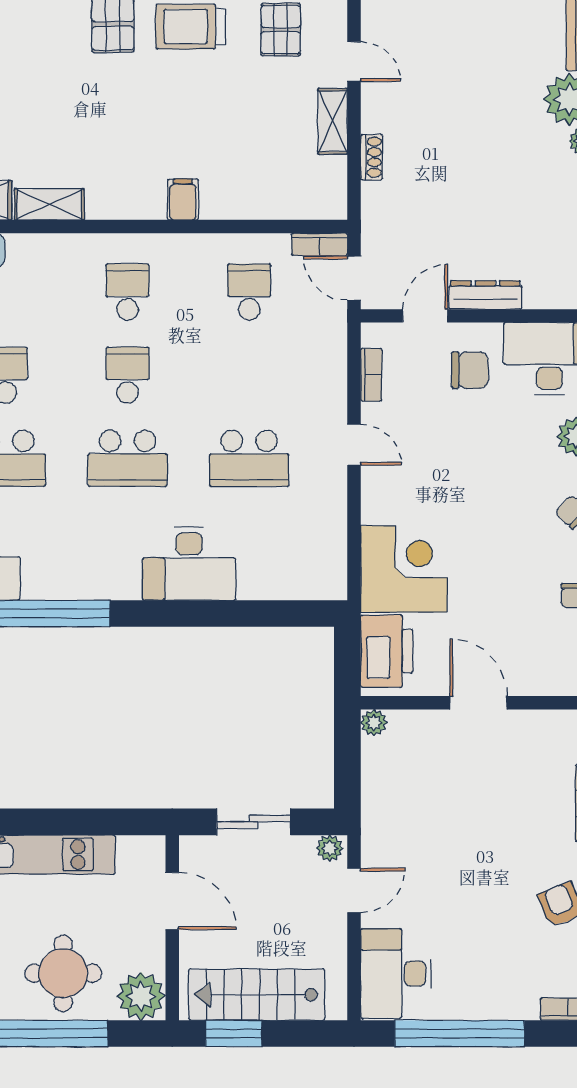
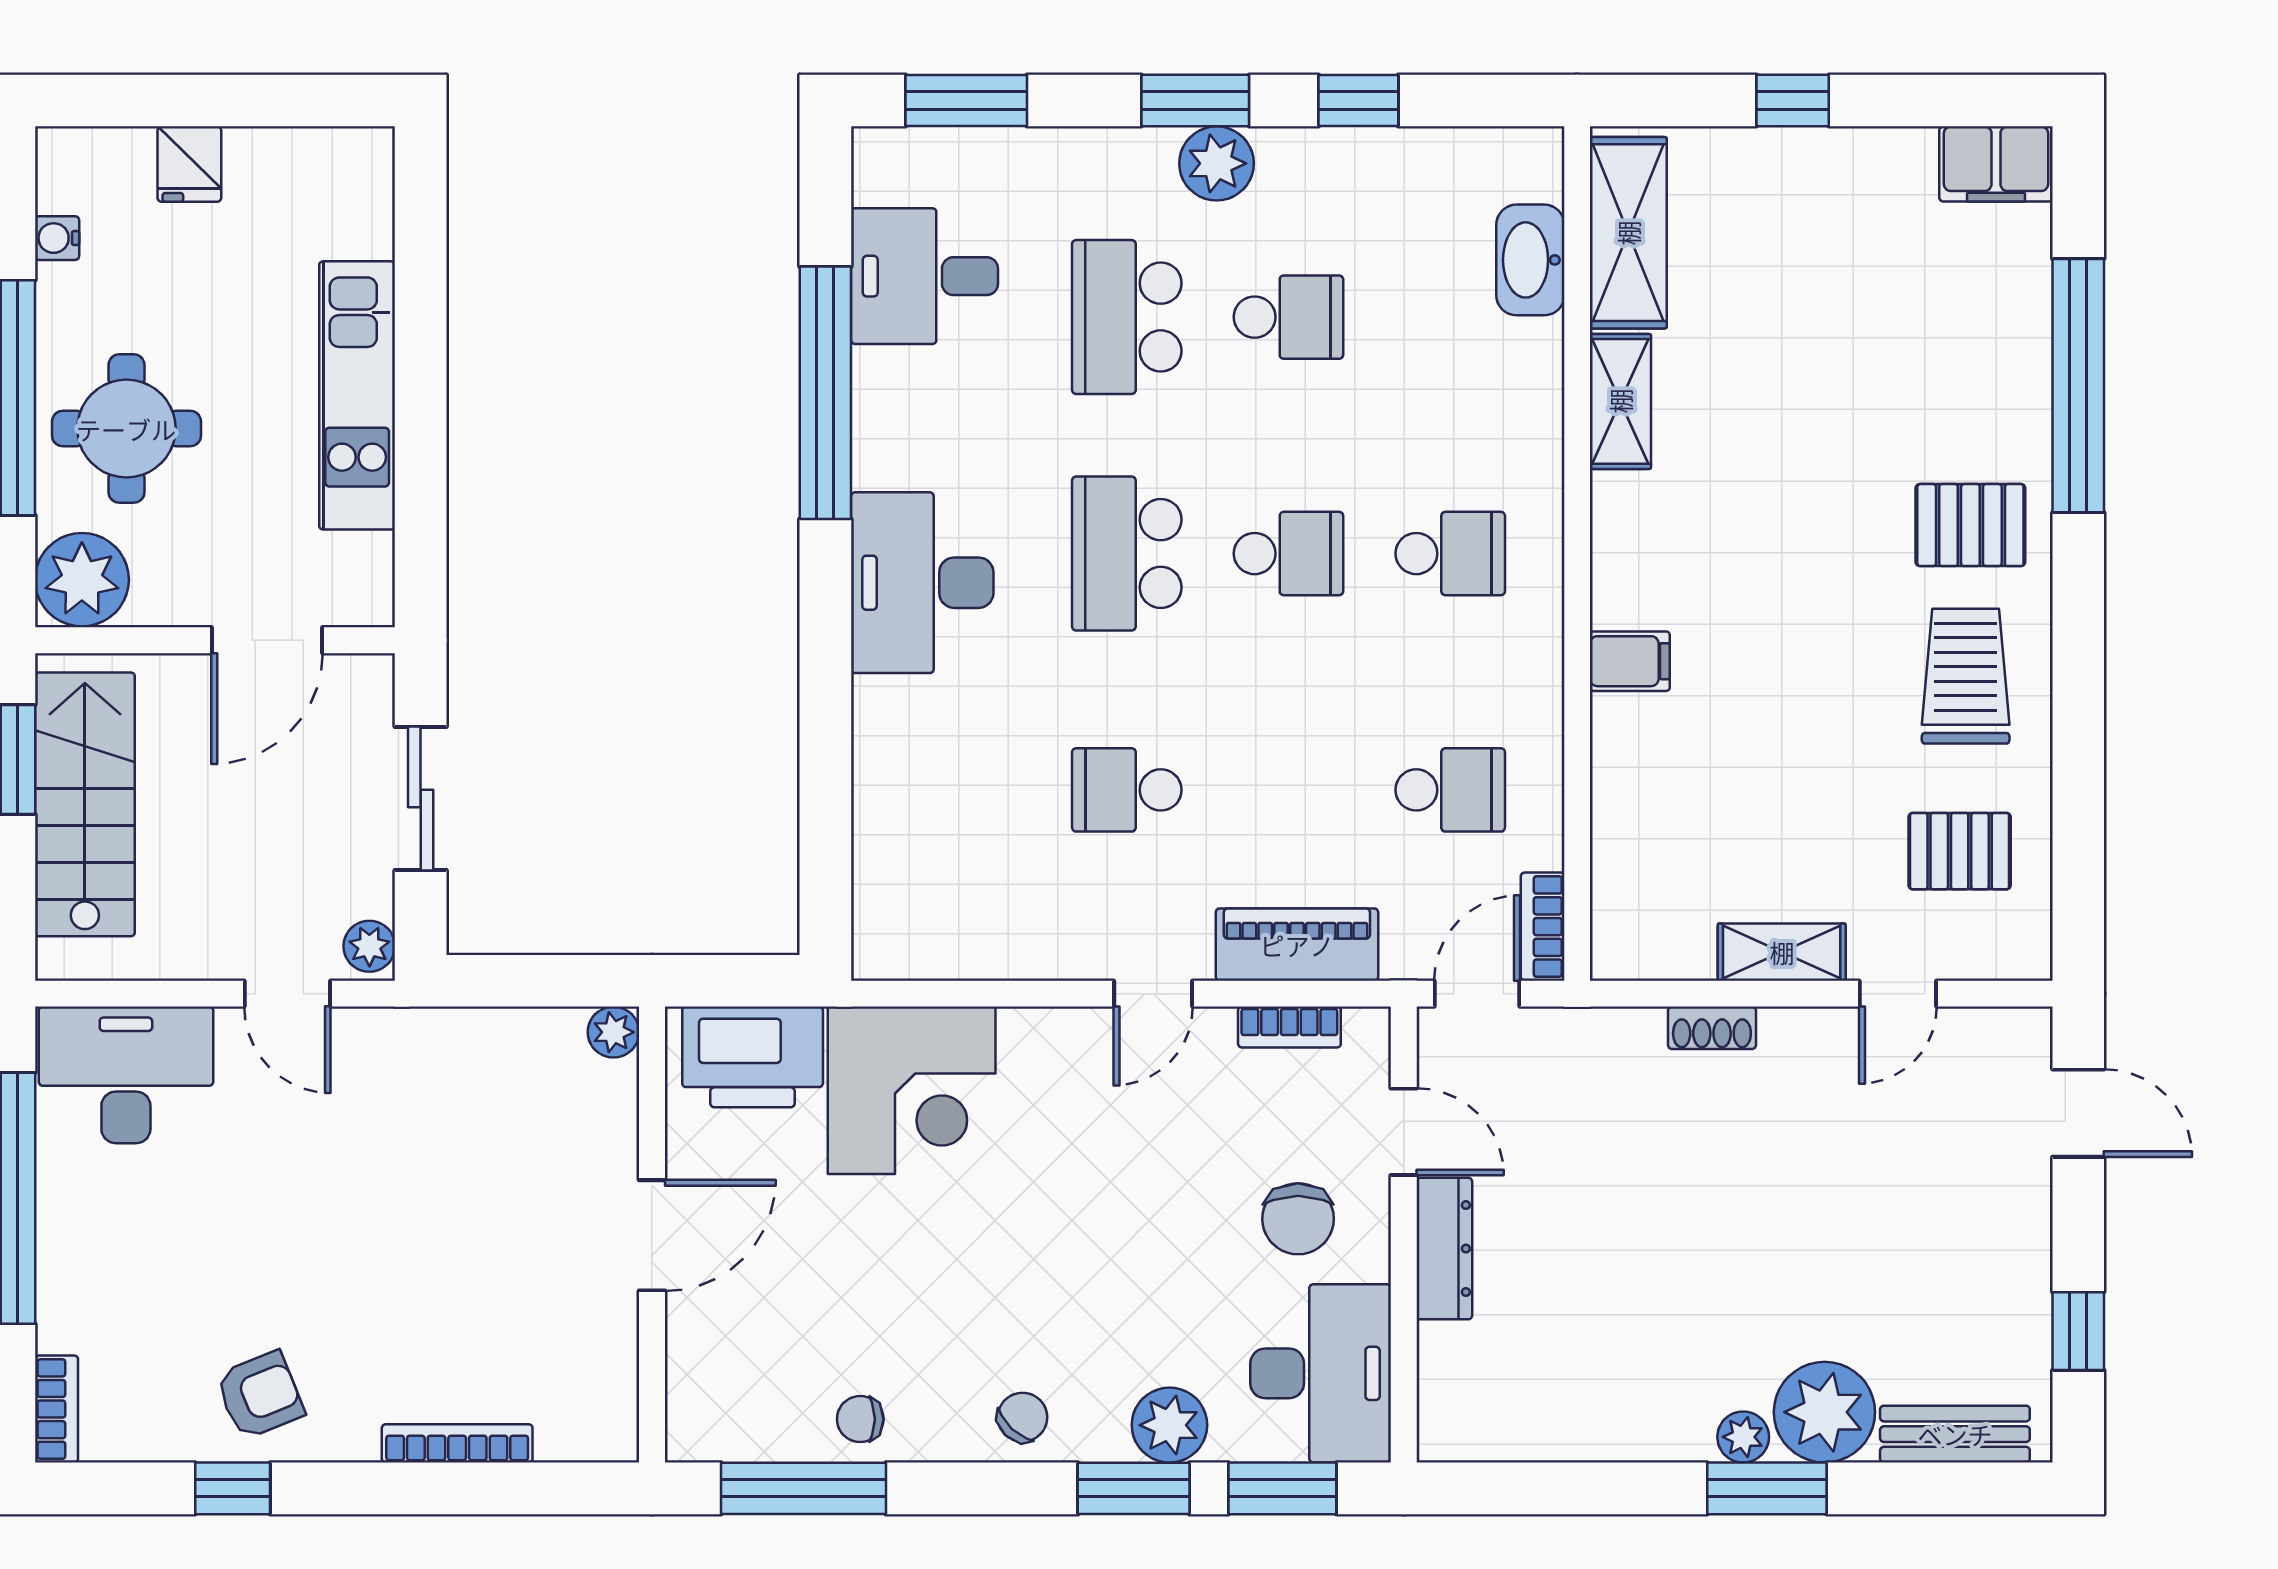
piano: (329, 371) -> (1297, 945), added
school desk: (249, 458) -> (1127, 790), width x0.54
desk: (189, 564) -> (922, 583), moved

